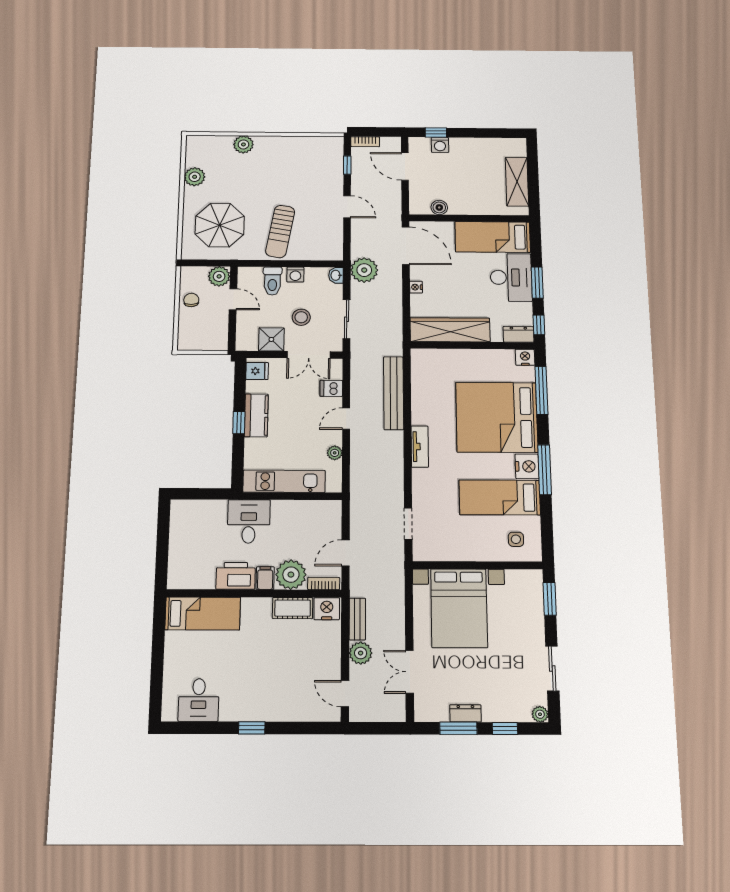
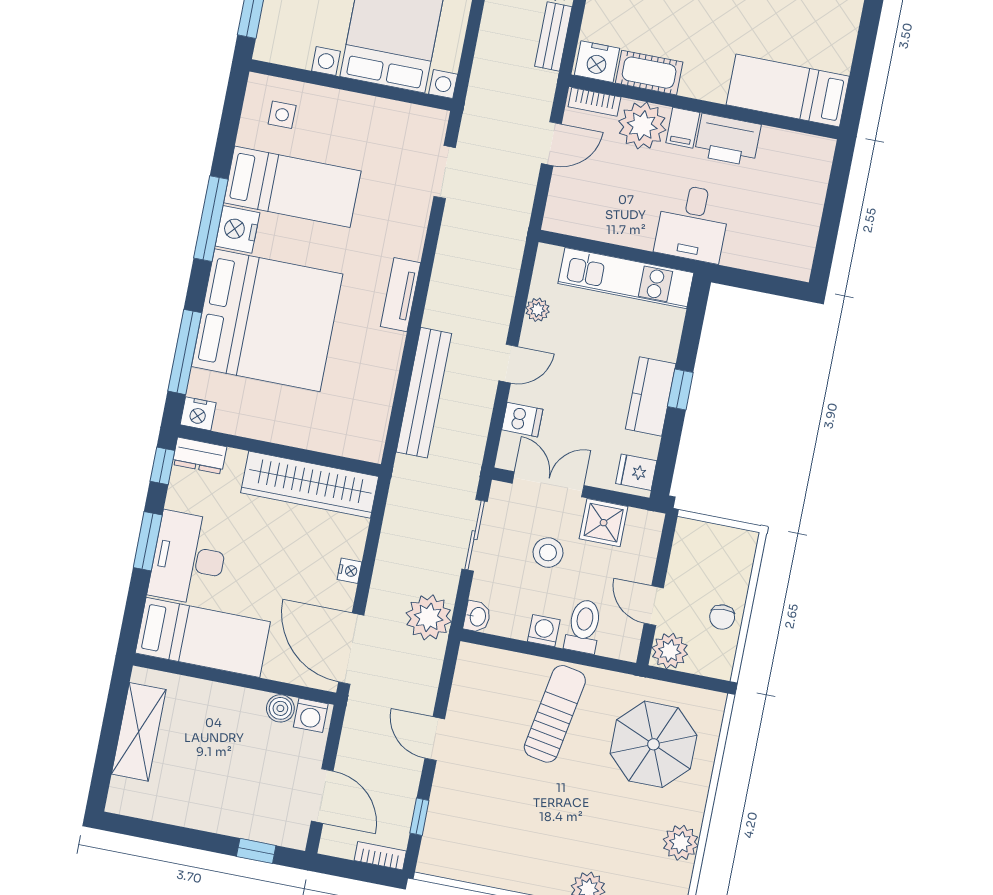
washing machine: (440, 145) -> (311, 715), moved, turned 180

